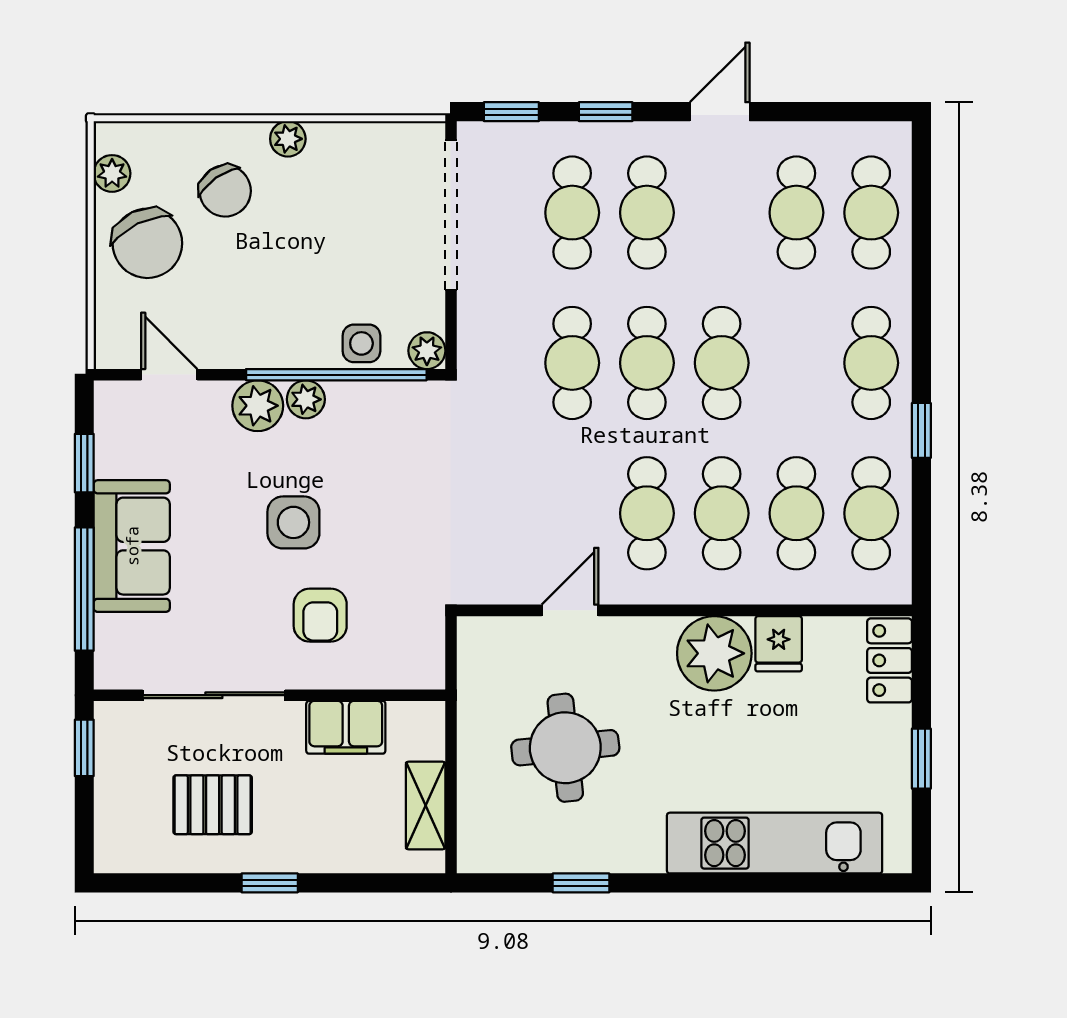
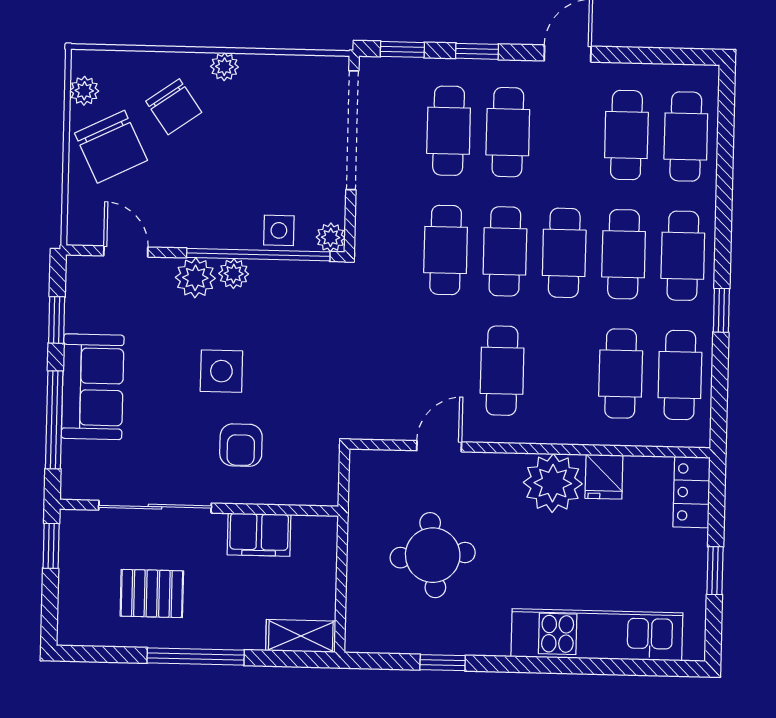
cafe table: (722, 513) -> (624, 254), moved
shelving: (426, 806) -> (301, 636), moved, turned 90
window: (270, 883) -> (196, 657), width x2.17

